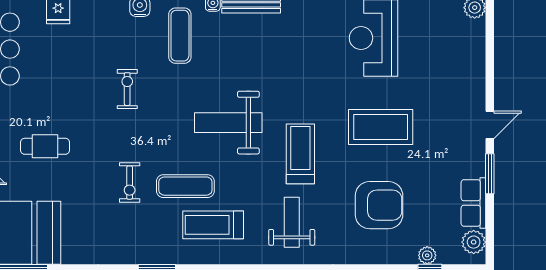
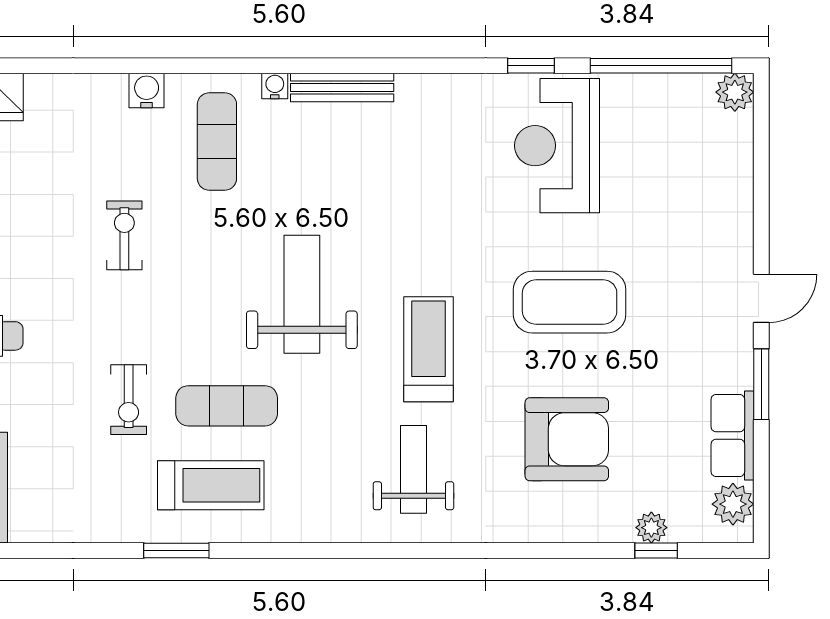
weight bench: (228, 123) -> (302, 294), turned 90
treadmill: (213, 225) -> (211, 485), moved, turned 180

